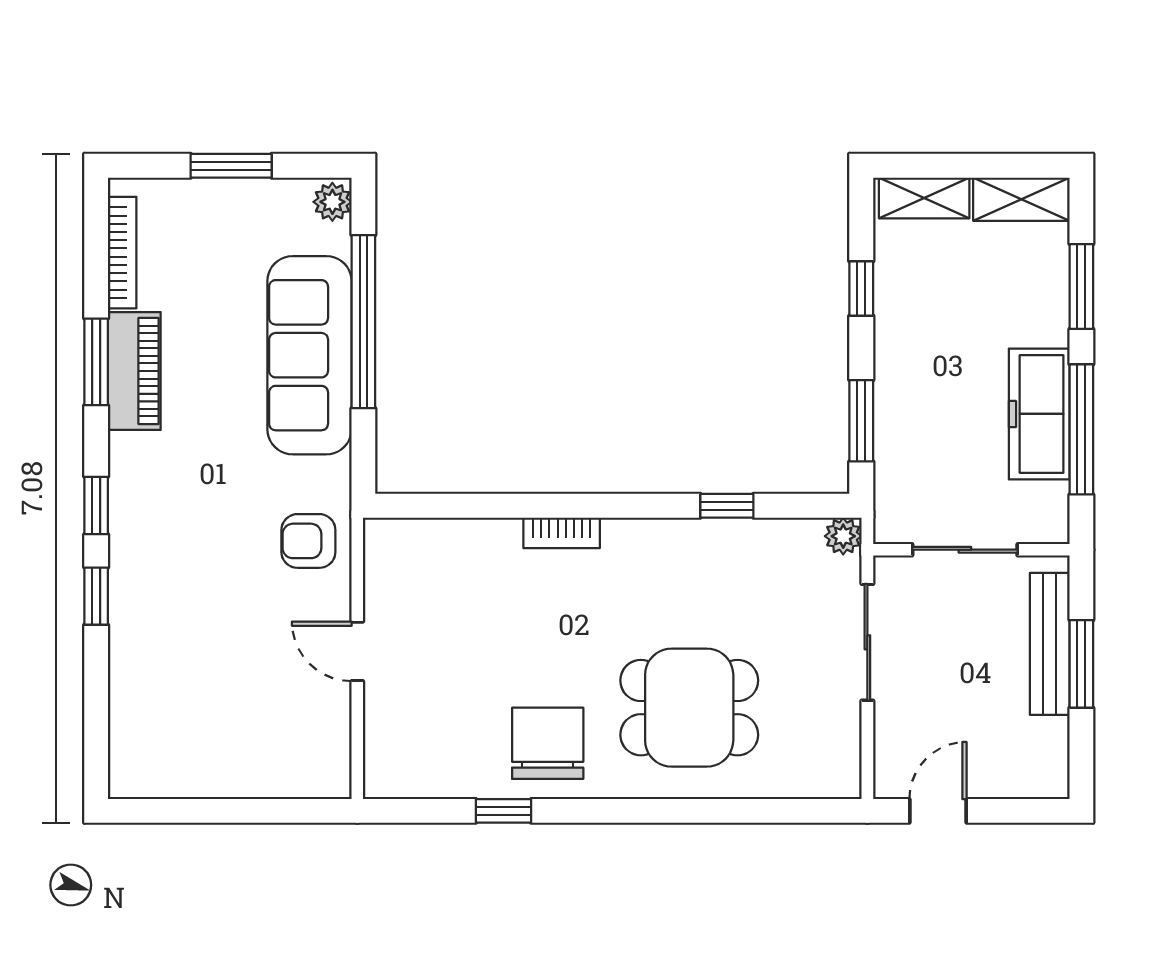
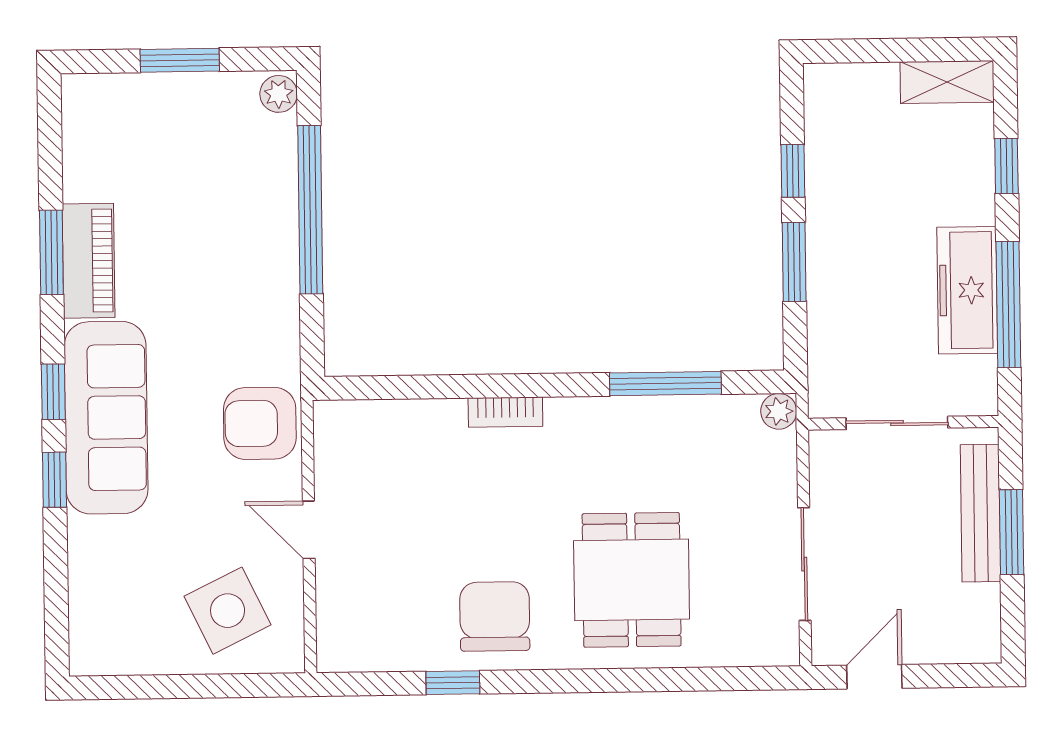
shelving: (924, 198) -> (853, 82), removed
bookcase: (122, 253) -> (75, 146), removed
window: (1081, 287) -> (1006, 166), width x0.67
sofa: (309, 355) -> (106, 418), moved, turned 180
window: (861, 421) -> (794, 262), moved
window: (727, 506) -> (665, 384), width x2.17
armchair: (308, 541) -> (260, 423), width x1.38, depth x1.38
sliding door: (867, 642) -> (804, 564), moved
dining table: (689, 708) -> (632, 580), turned 90
side table: (272, 733) -> (228, 611), added

